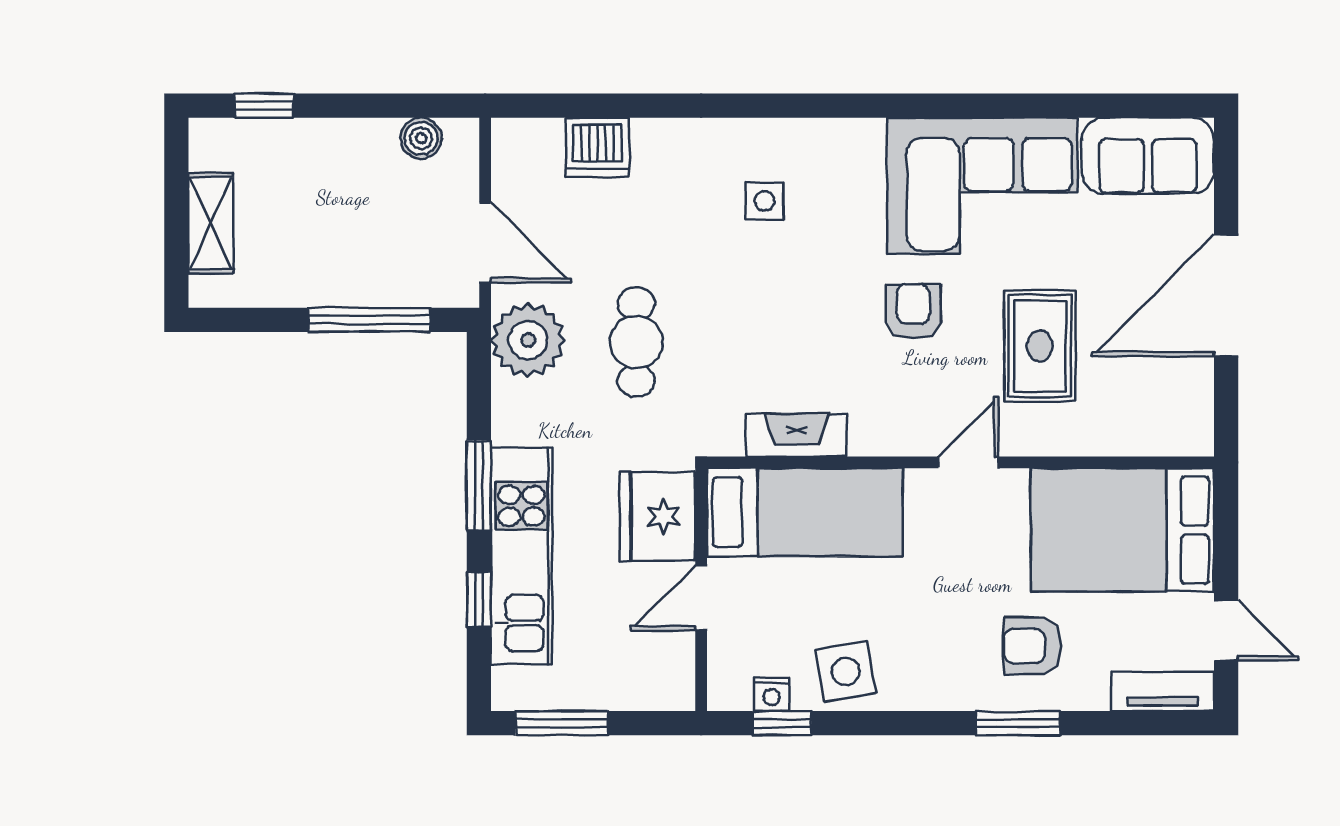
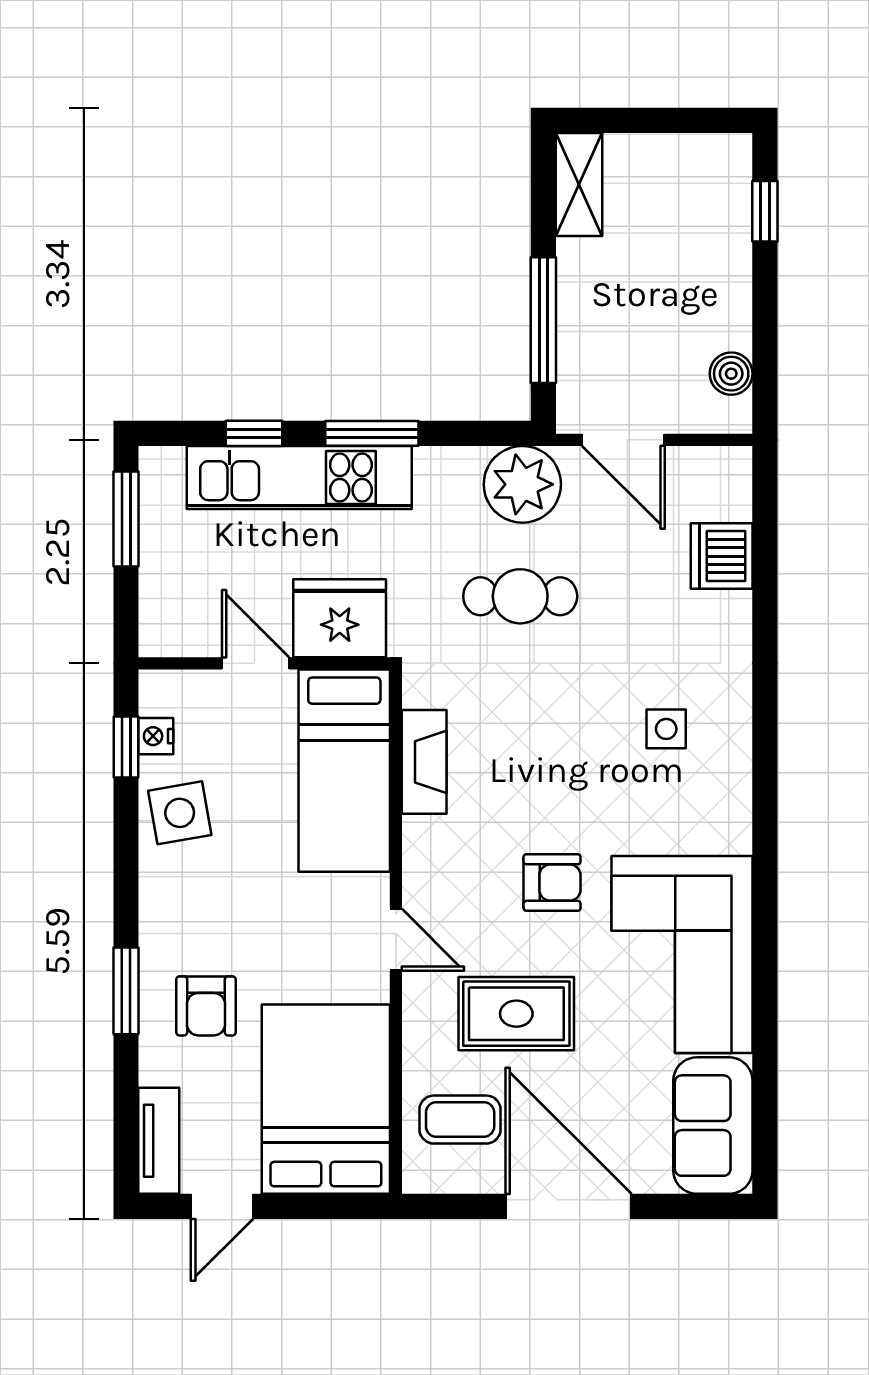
shelving: (211, 223) -> (579, 184), moved, turned 90
door: (485, 242) -> (623, 440), hinge flipped
coffee table: (1142, 400) -> (460, 1120), added
armchair: (1032, 646) -> (206, 1006), turned 180

